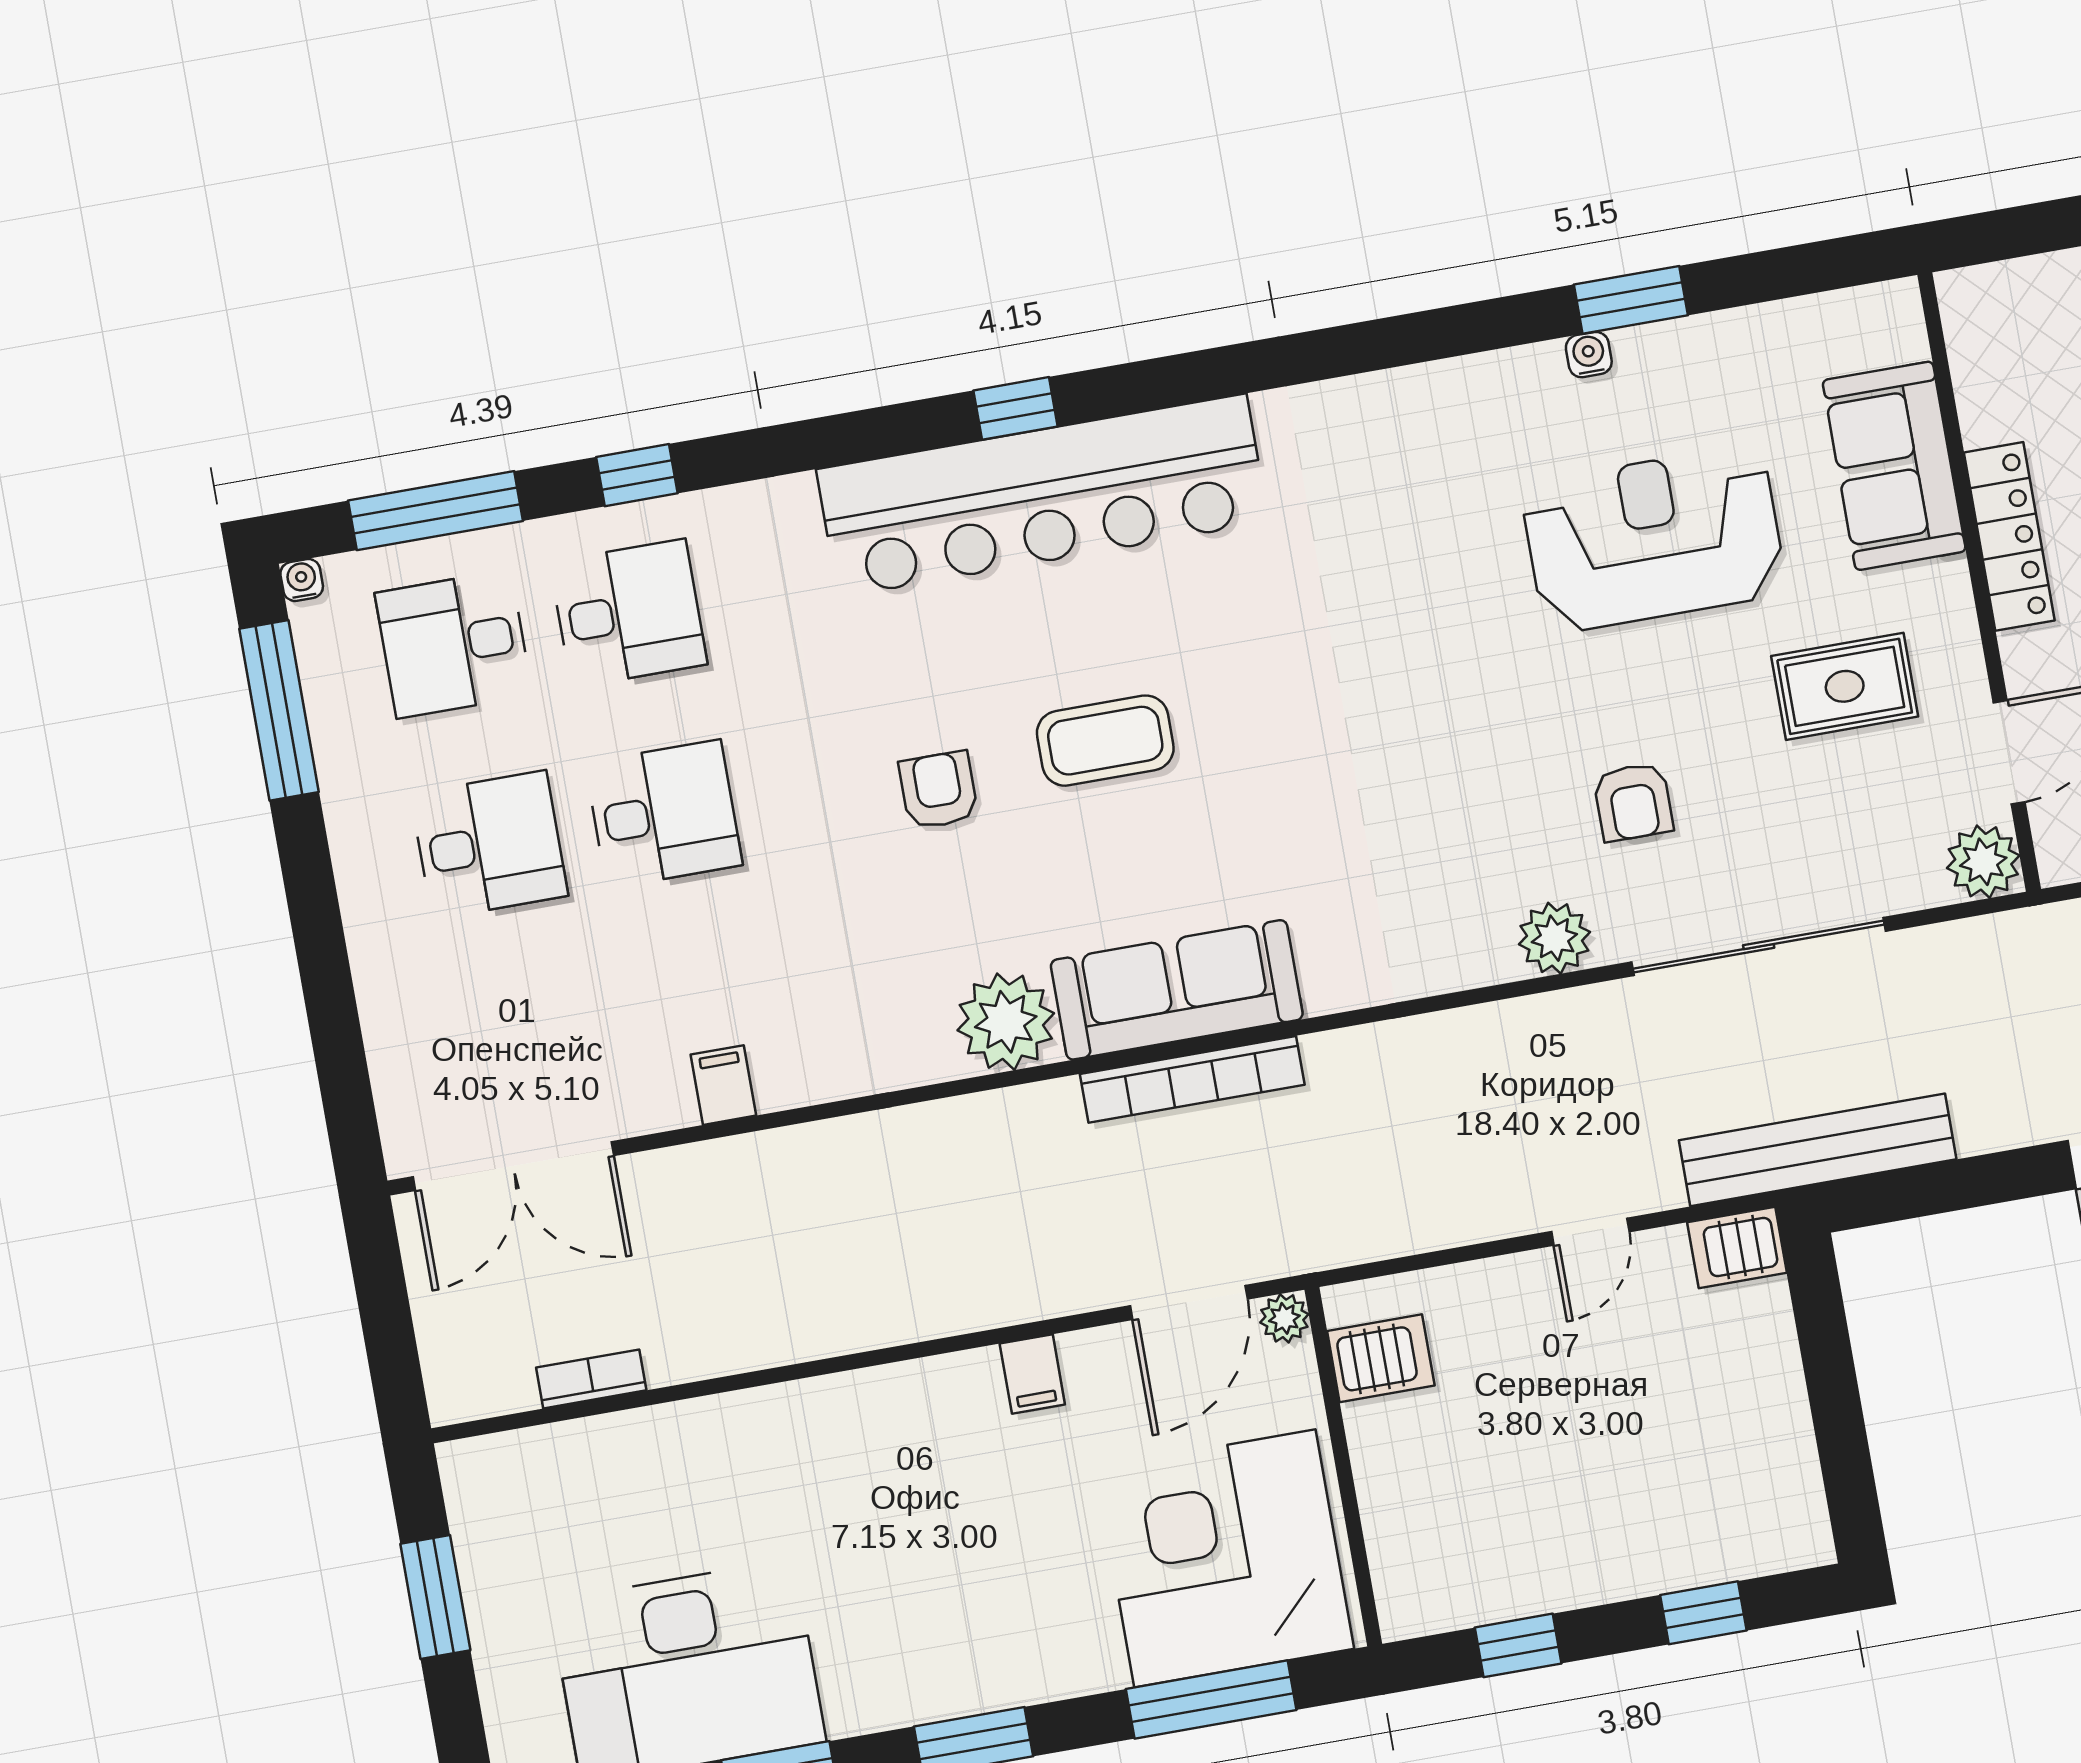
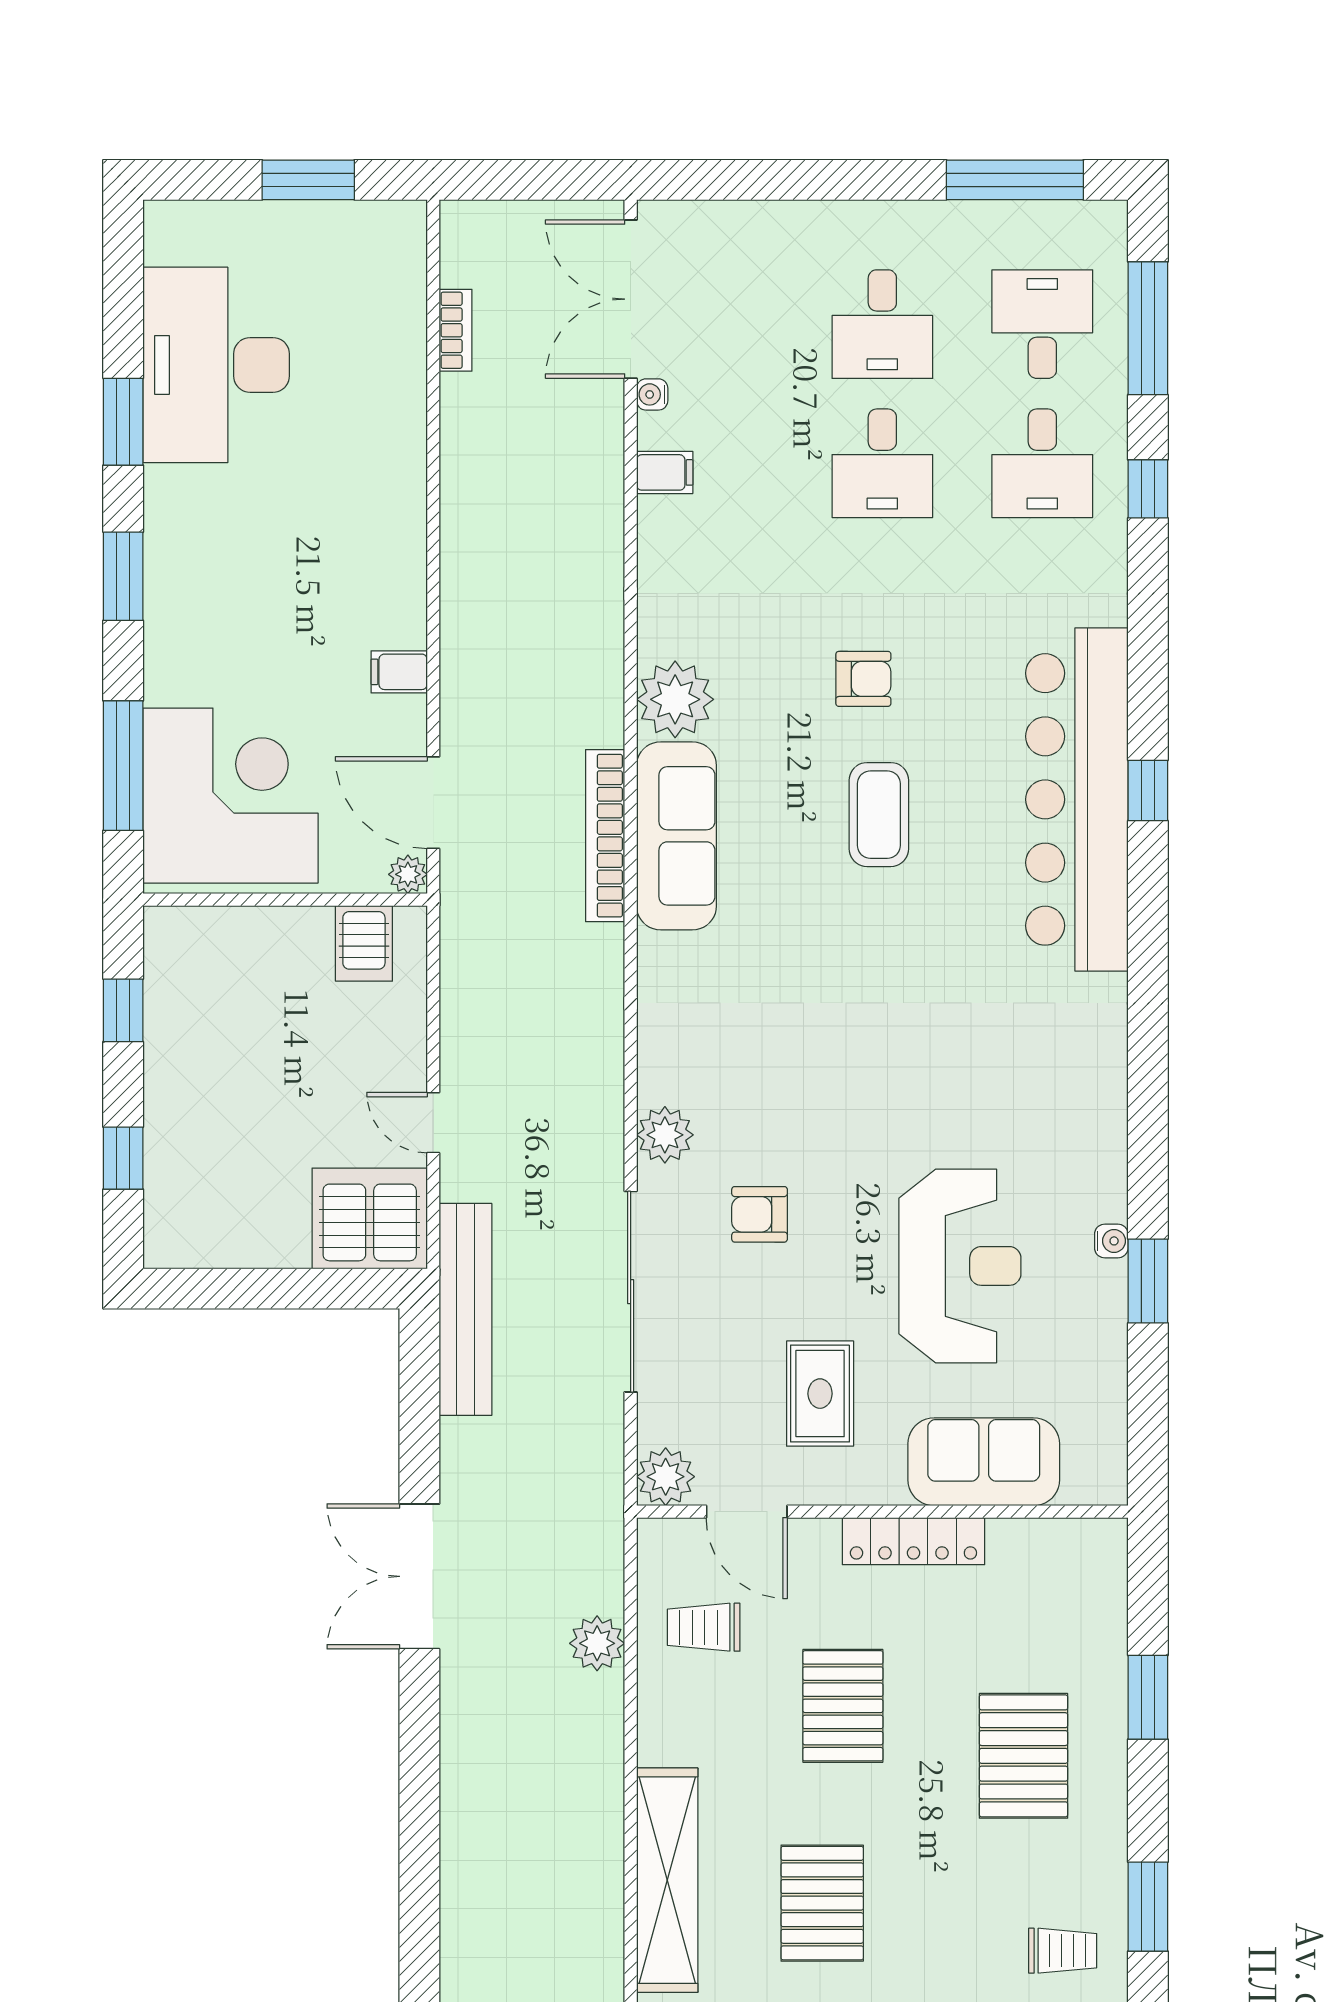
water cooler: (302, 580) -> (652, 394), moved, turned 180
server rack: (1737, 1248) -> (370, 1218), width x2.18, depth x1.44

